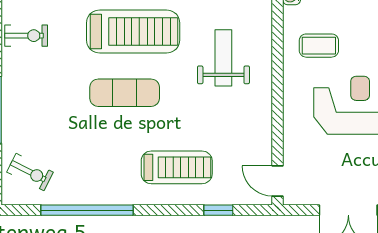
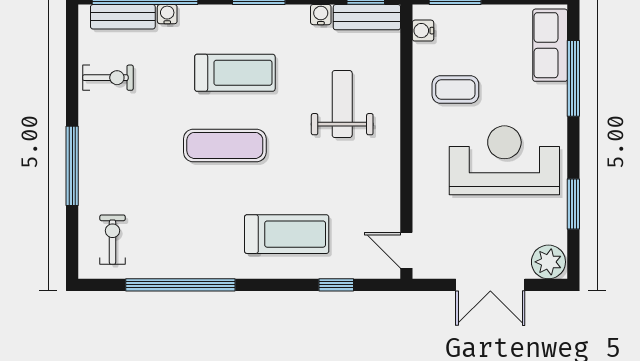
treadmill: (133, 31) -> (235, 73), width x0.73, depth x0.73
exercise bike: (30, 172) -> (113, 240), turned -117

